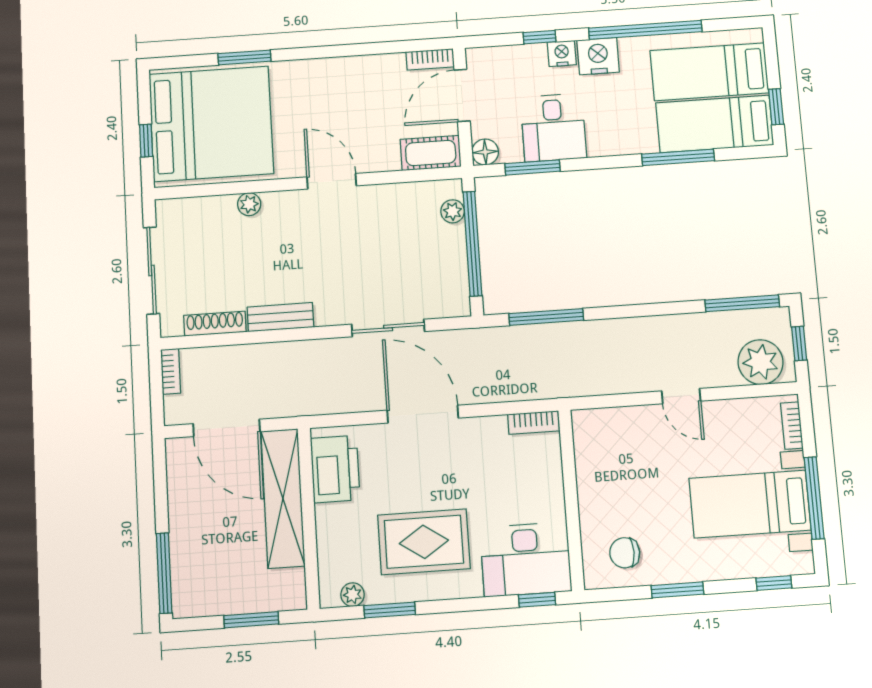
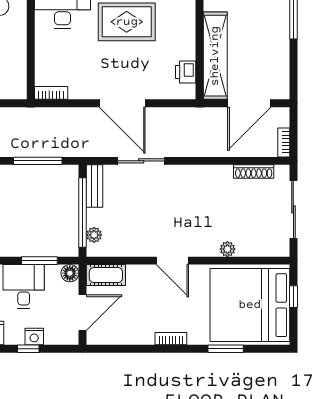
nightstand: (562, 53) -> (34, 337), moved
bookcase: (430, 59) -> (171, 339), moved
bench: (280, 317) -> (94, 186), moved, turned 90
door: (227, 428) -> (249, 103), swing flipped
printer: (335, 469) -> (186, 72), width x0.53, depth x0.68

